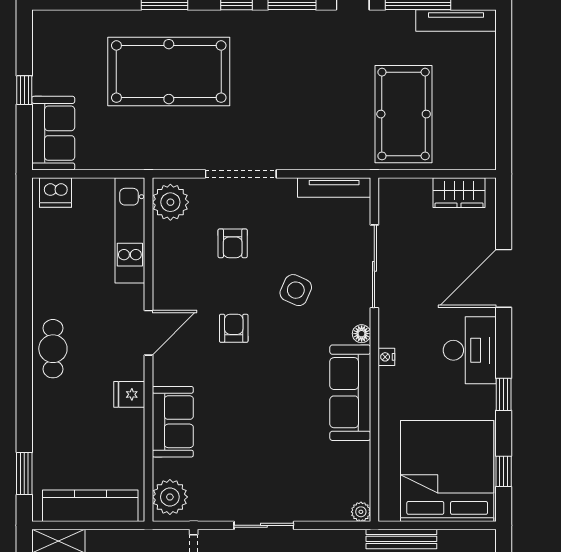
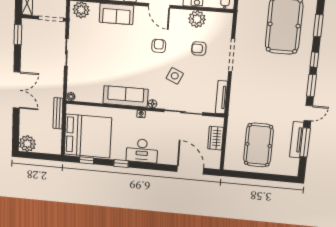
tv unit: (456, 20) -> (297, 140), moved
pool table: (404, 114) -> (259, 145), moved, turned 90
wardrobe: (459, 193) -> (216, 138), moved
plant: (170, 202) -> (197, 19), moved
door: (504, 278) -> (190, 170), moved
armchair: (234, 328) -> (159, 46), turned -90

